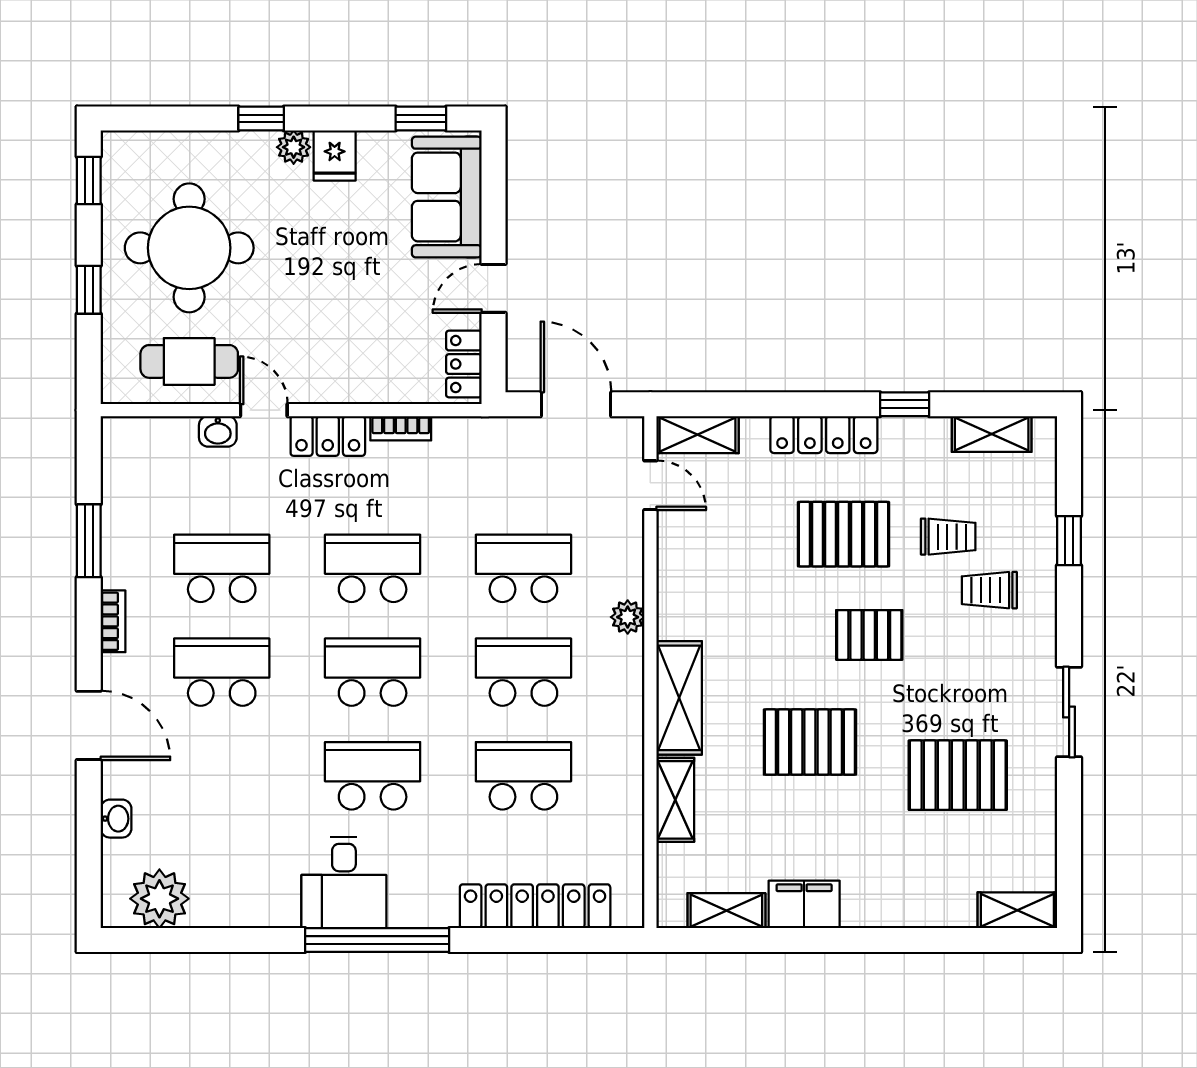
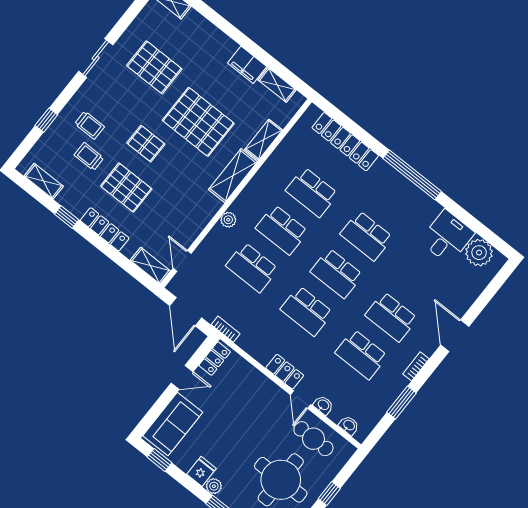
bookcase: (401, 428) -> (226, 329), moved
pallet: (810, 742) -> (198, 122), width x1.37, depth x1.41
washbasin: (116, 819) -> (349, 425), moved, turned 90
desk: (344, 882) -> (447, 237), moved

